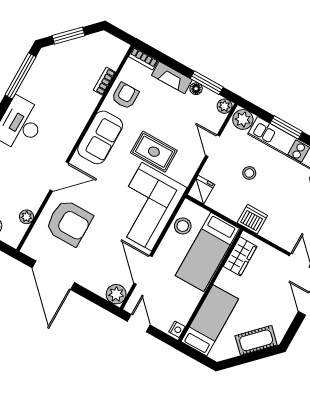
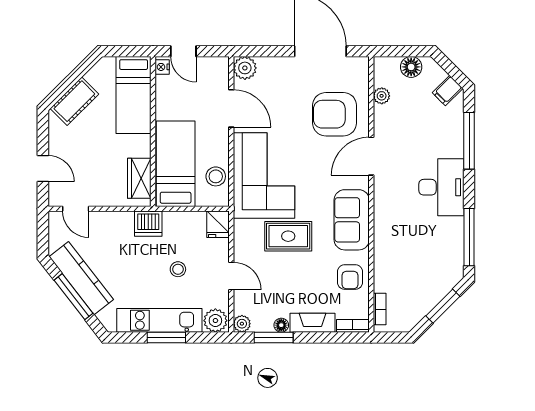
bookcase: (104, 81) -> (380, 309), moved
door: (139, 323) -> (183, 51), moved

